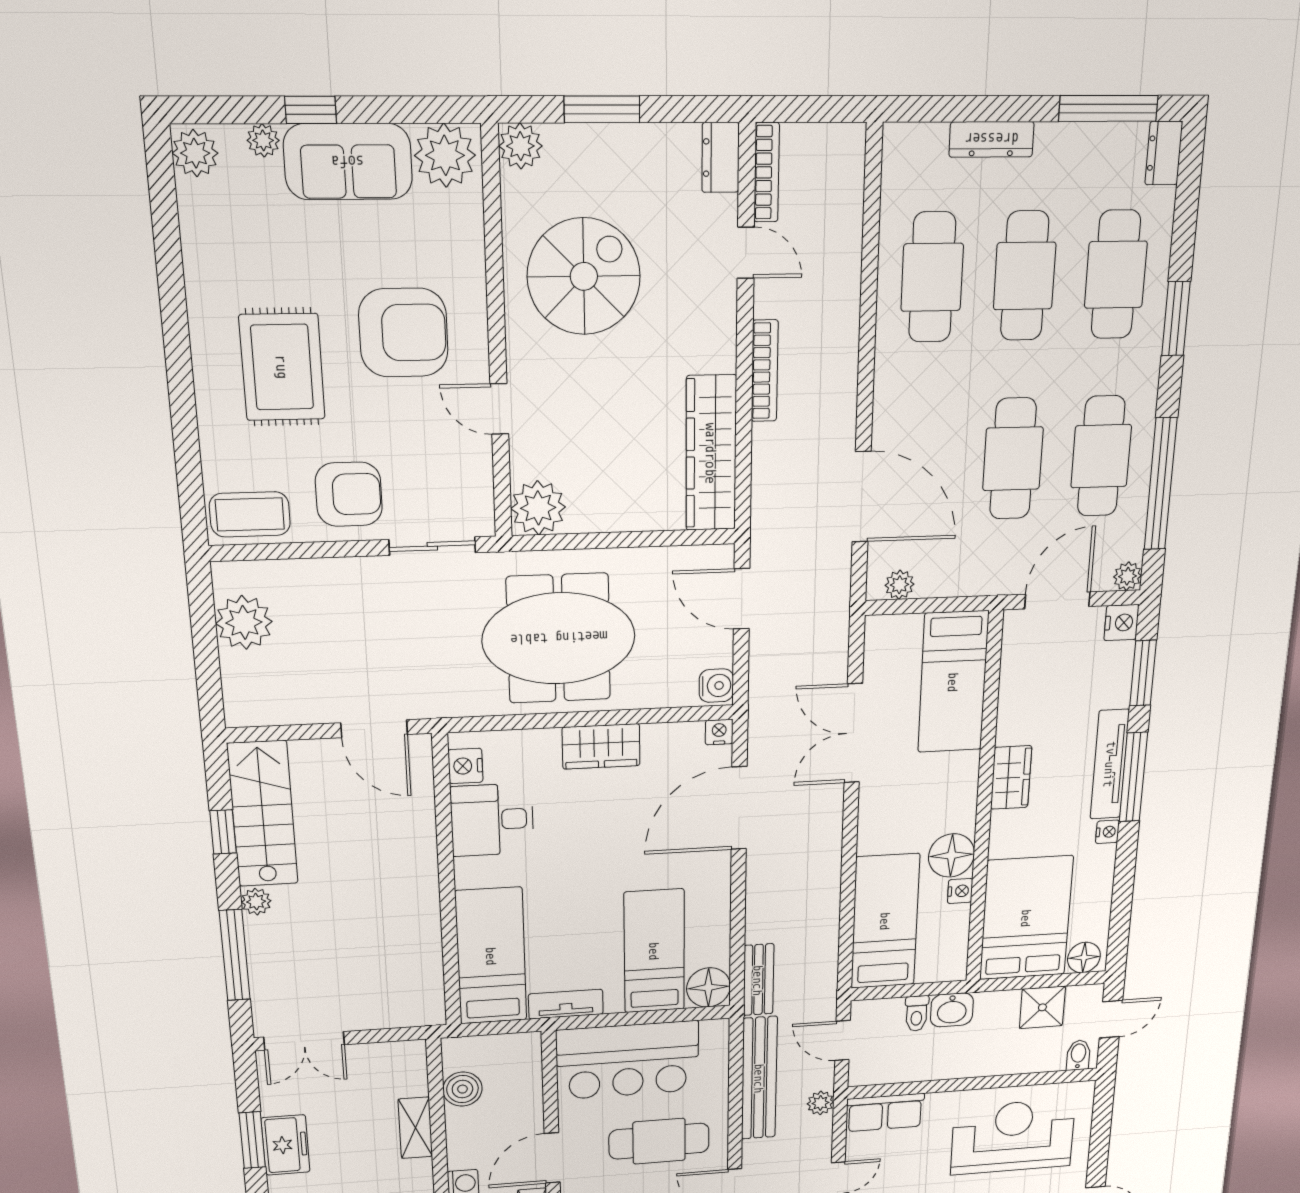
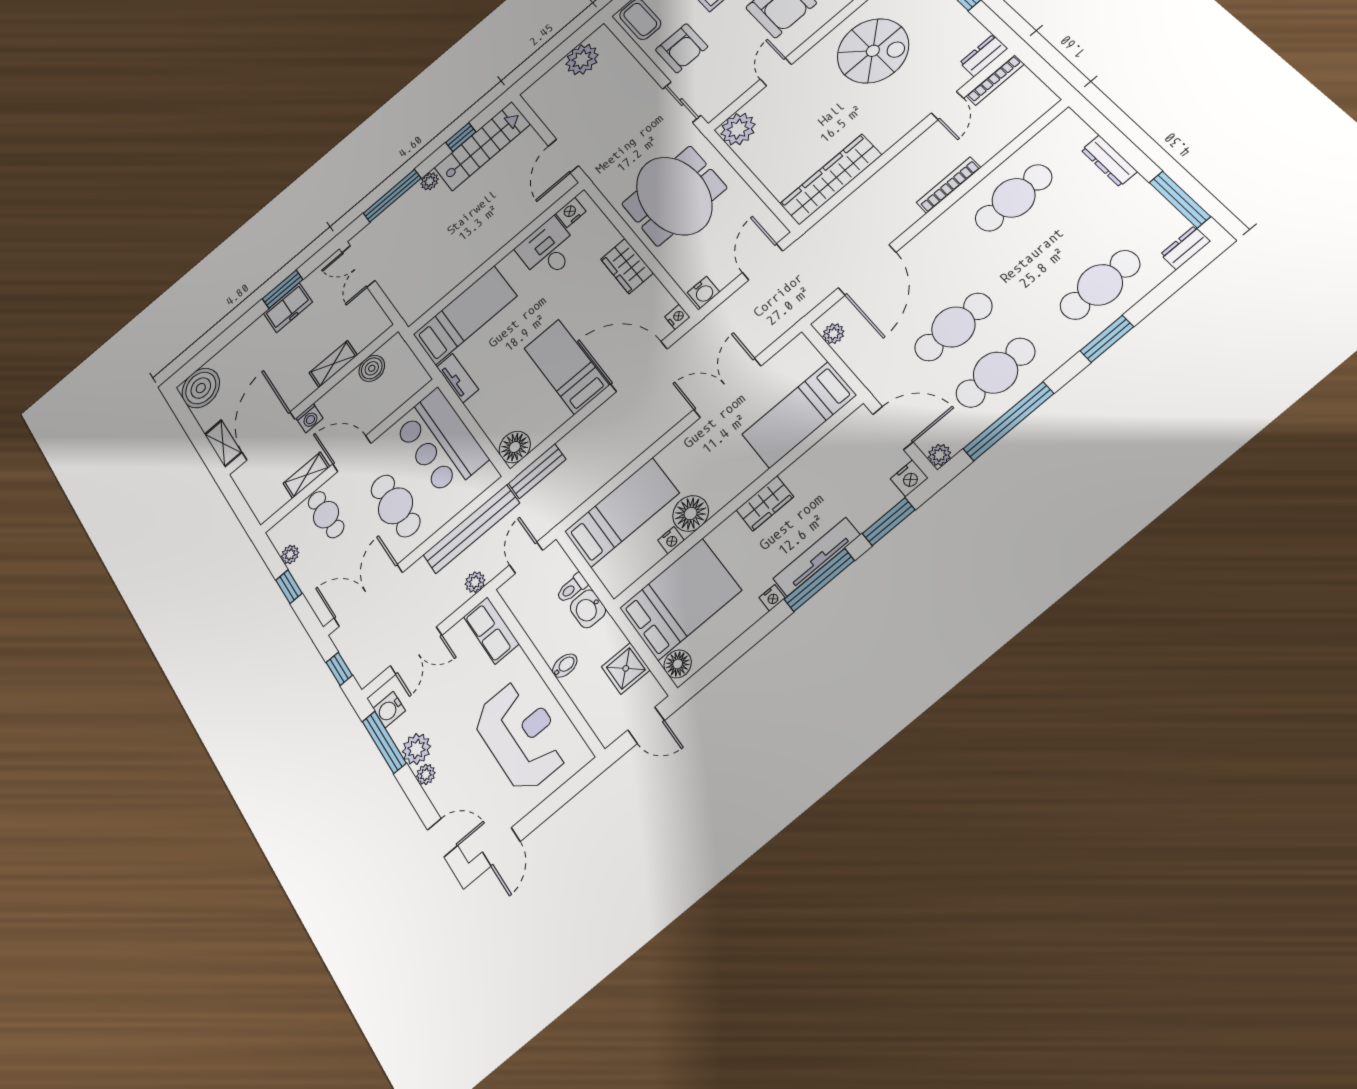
cafe table: (1025, 276) -> (1056, 241), removed
bookcase: (765, 371) -> (949, 185), moved, turned 180
bed: (654, 951) -> (566, 367), moved, turned -90
bidet: (1078, 1055) -> (565, 666), moved

